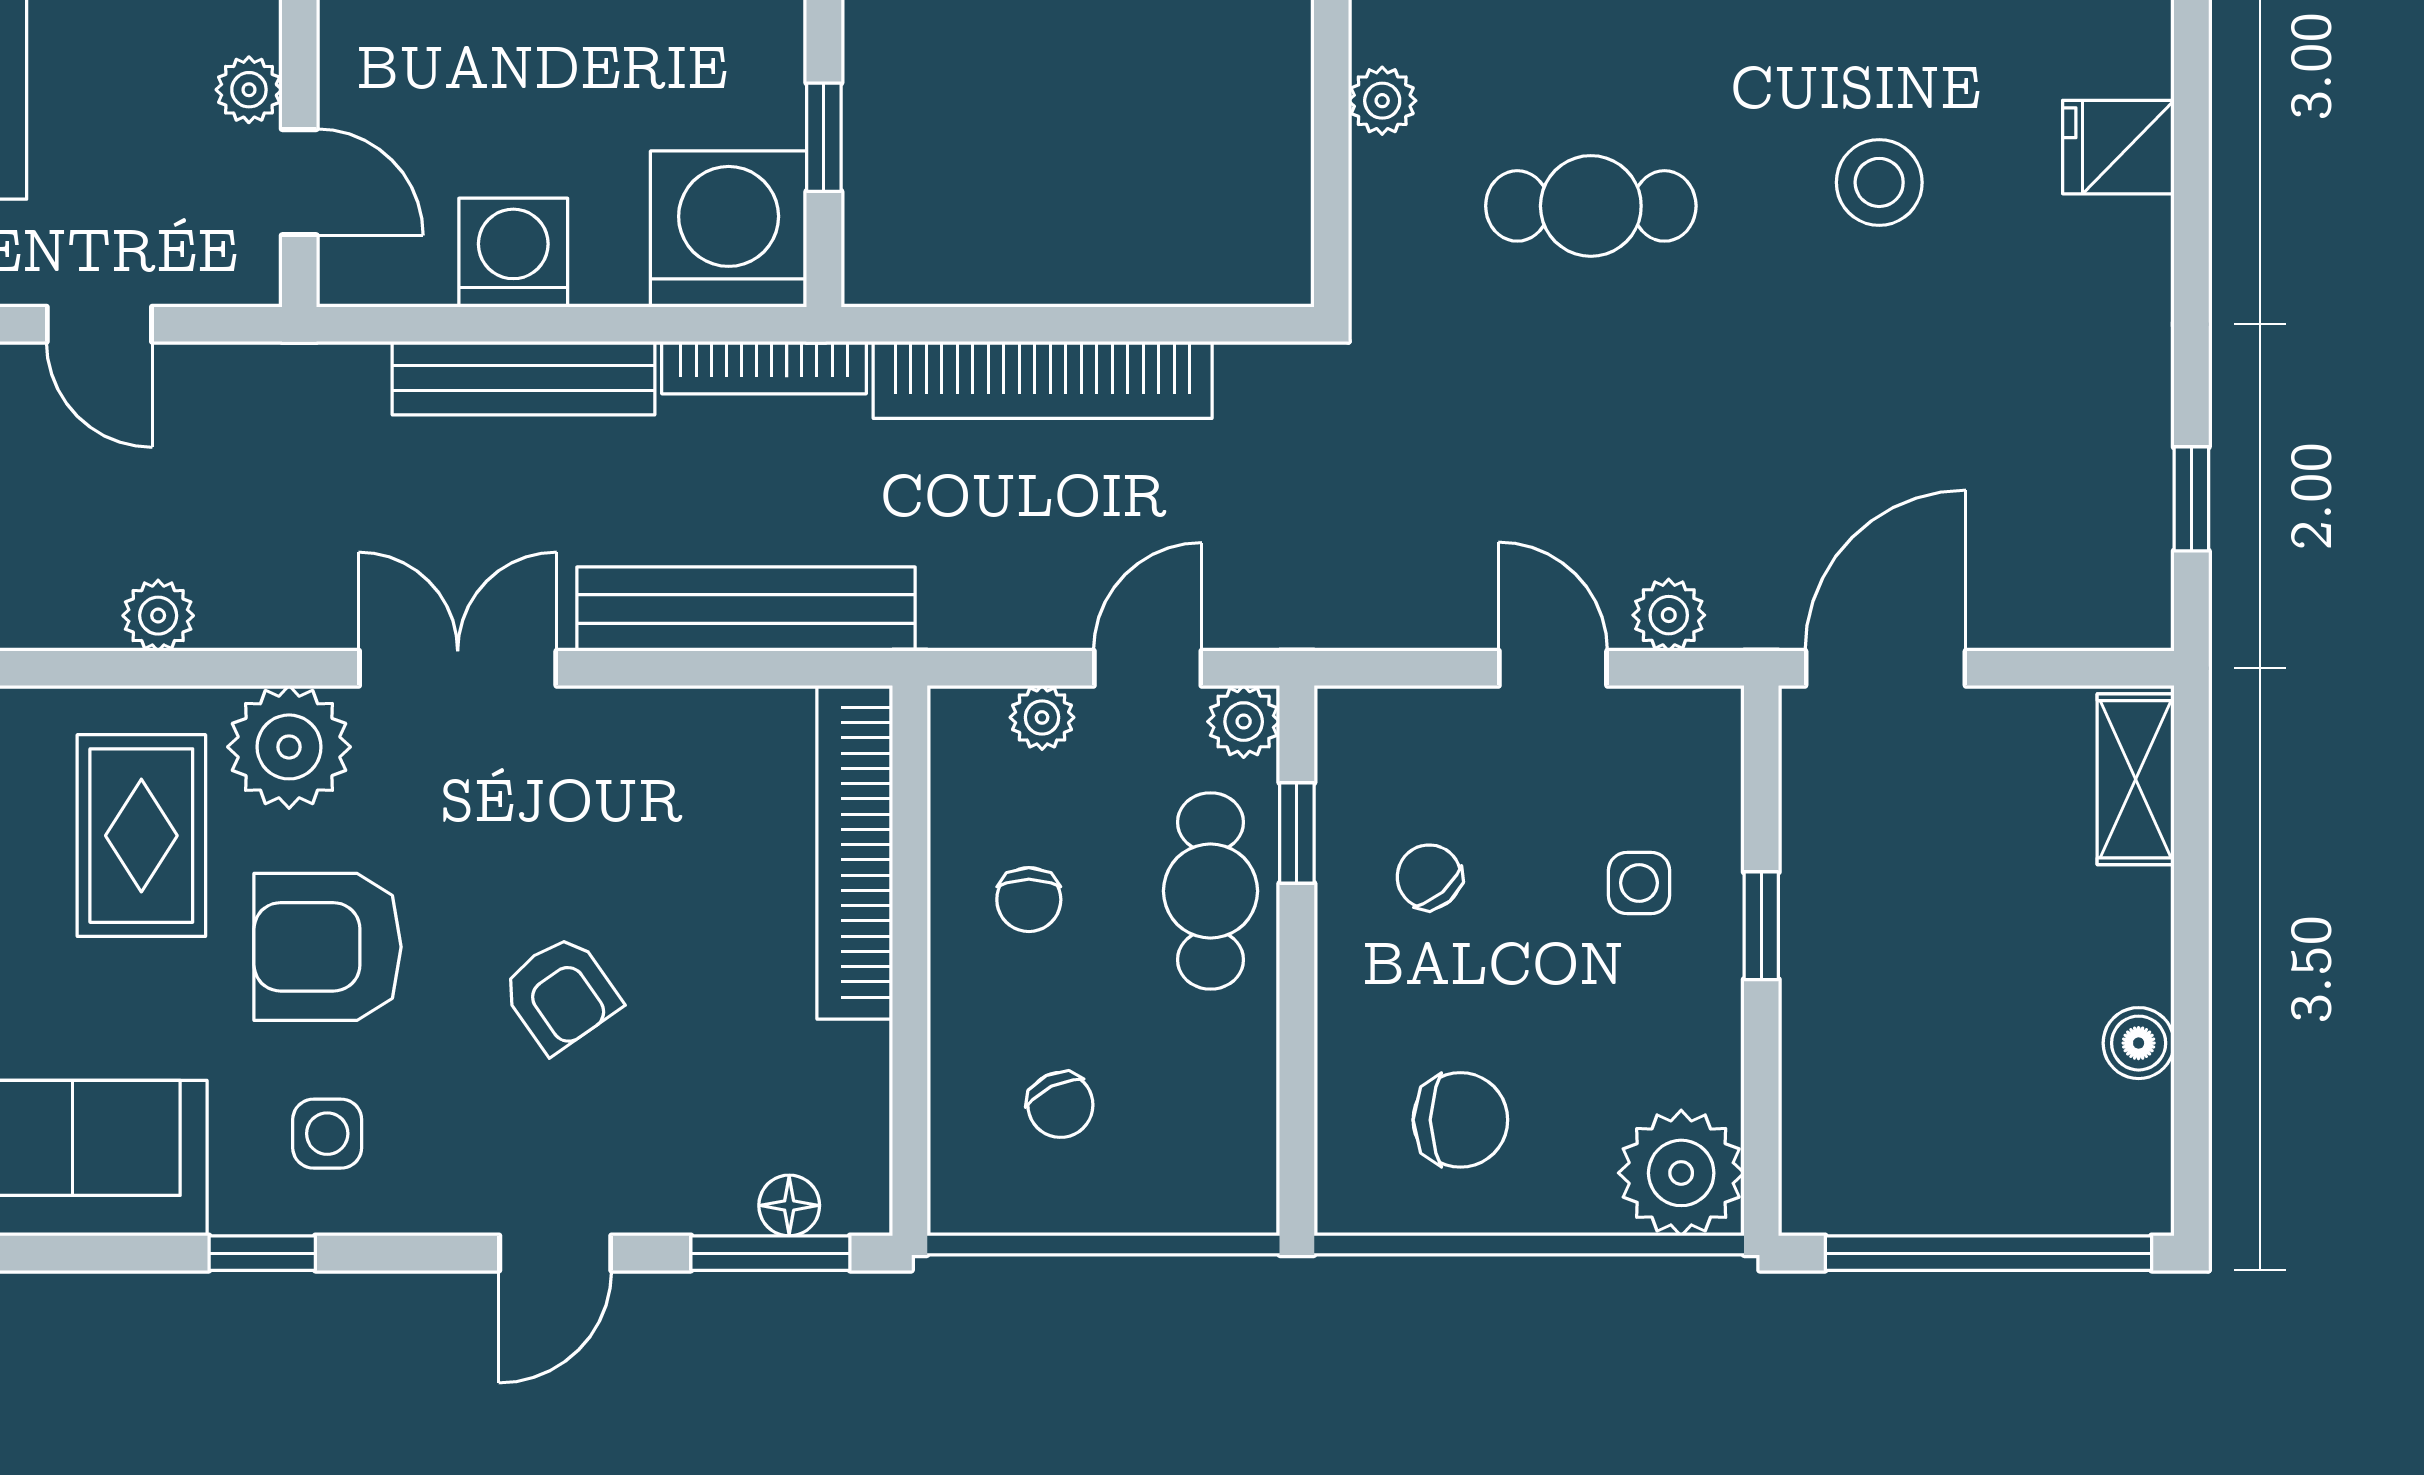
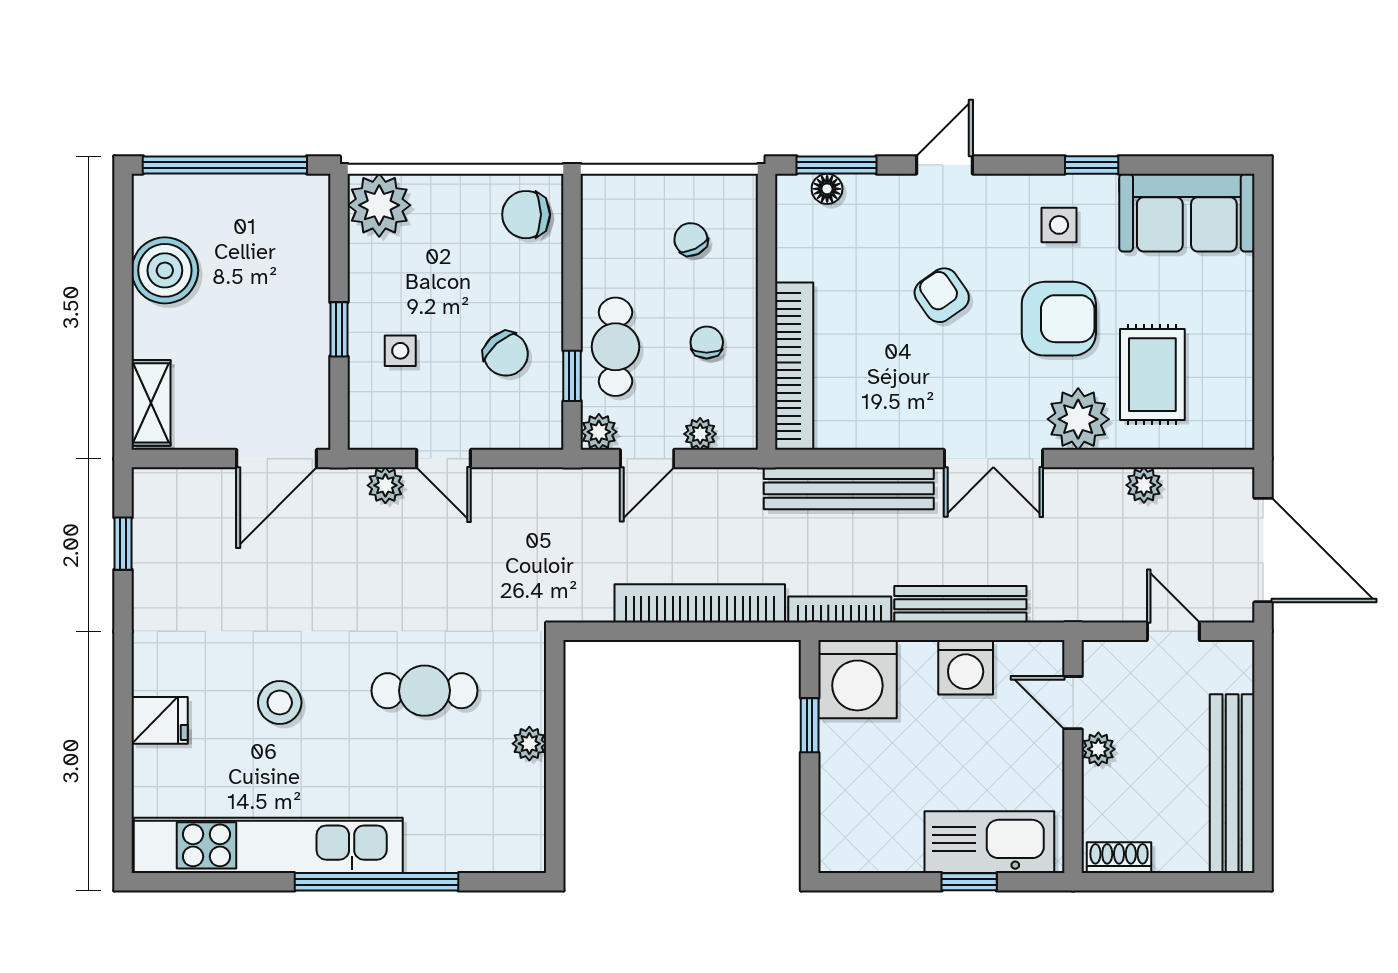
chair: (1429, 877) -> (506, 354), width x1.37, depth x1.37
boiler: (2139, 1043) -> (165, 270), width x1.86, depth x1.86
chair: (1460, 1120) -> (526, 215), moved

